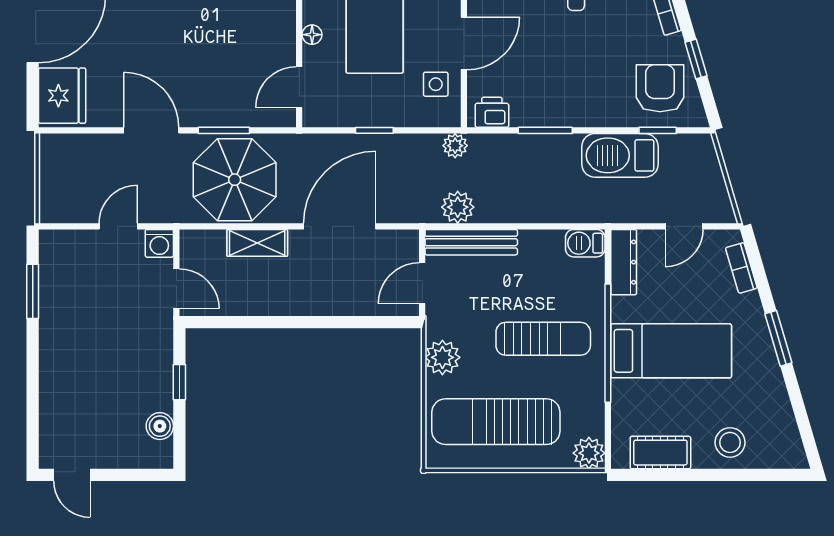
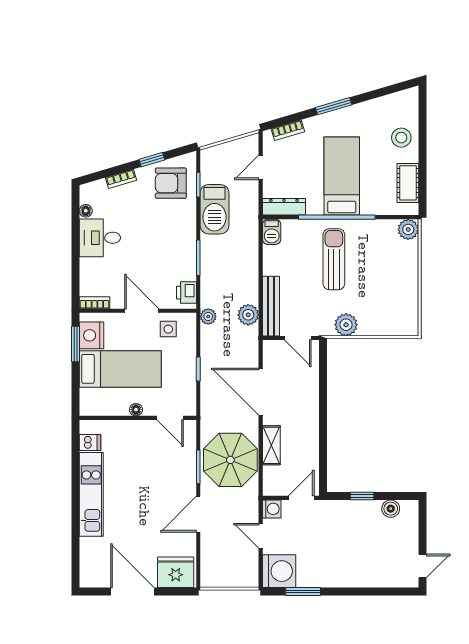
door: (684, 226) -> (261, 167), swing flipped
washing machine: (64, 255) -> (279, 571), added
sun lounger: (496, 422) -> (388, 290), removed

